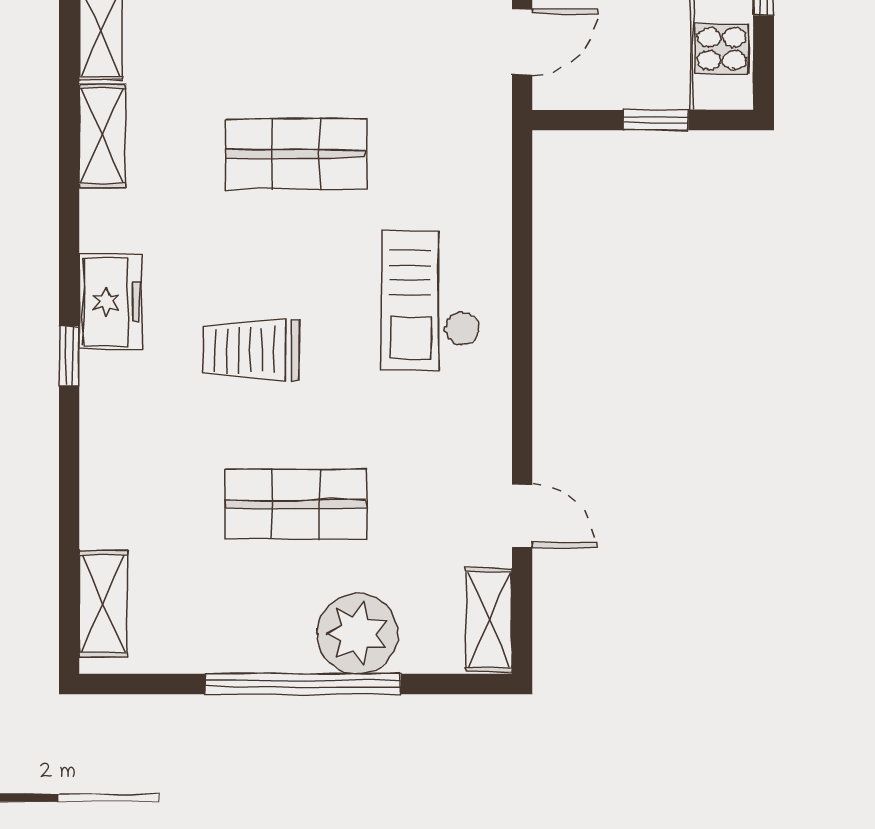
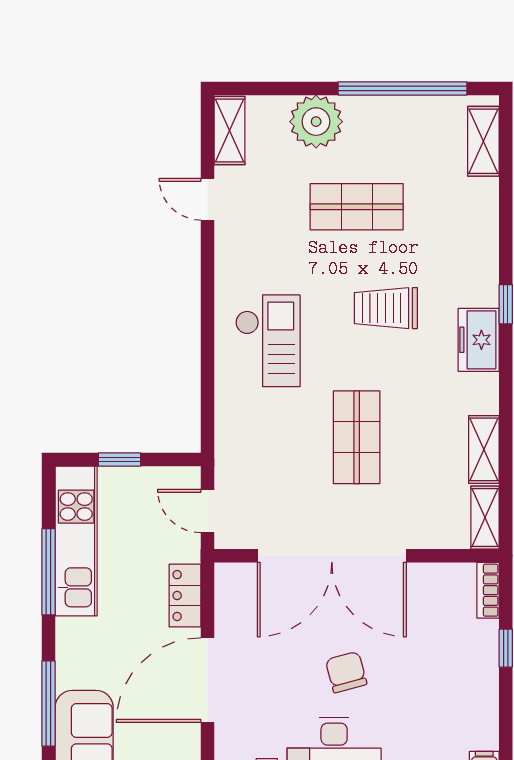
door: (522, 42) -> (208, 511), hinge flipped
shop shelf: (296, 154) -> (357, 437), turned 90
trolley: (251, 350) -> (386, 308), turned 180
window: (303, 684) -> (402, 88), moved

